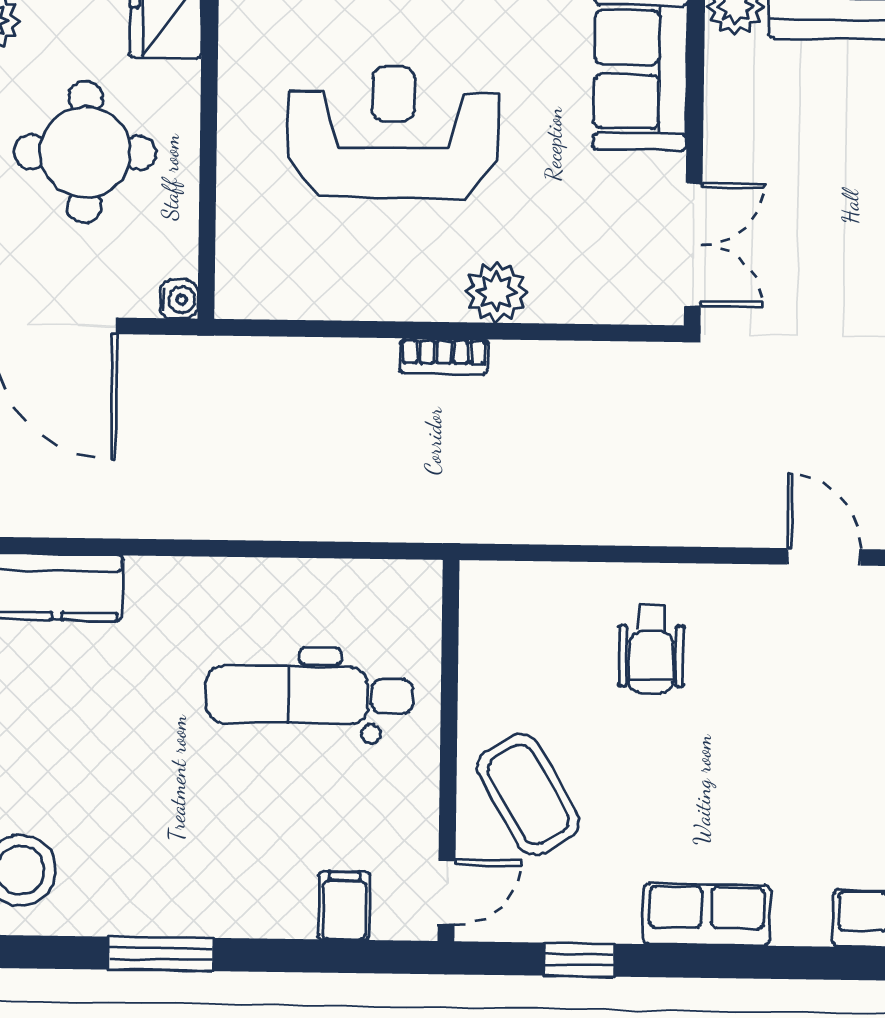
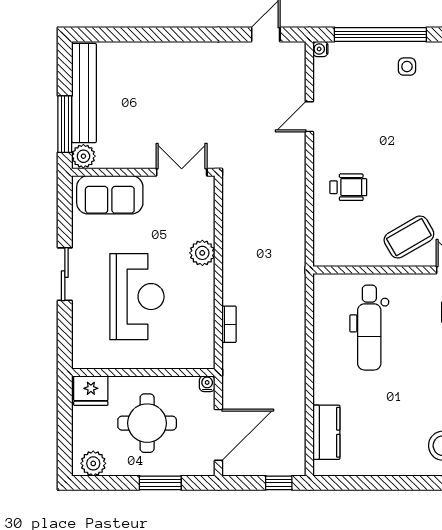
reception desk: (393, 132) -> (137, 297), turned 180
bookcase: (444, 356) -> (229, 324), moved

